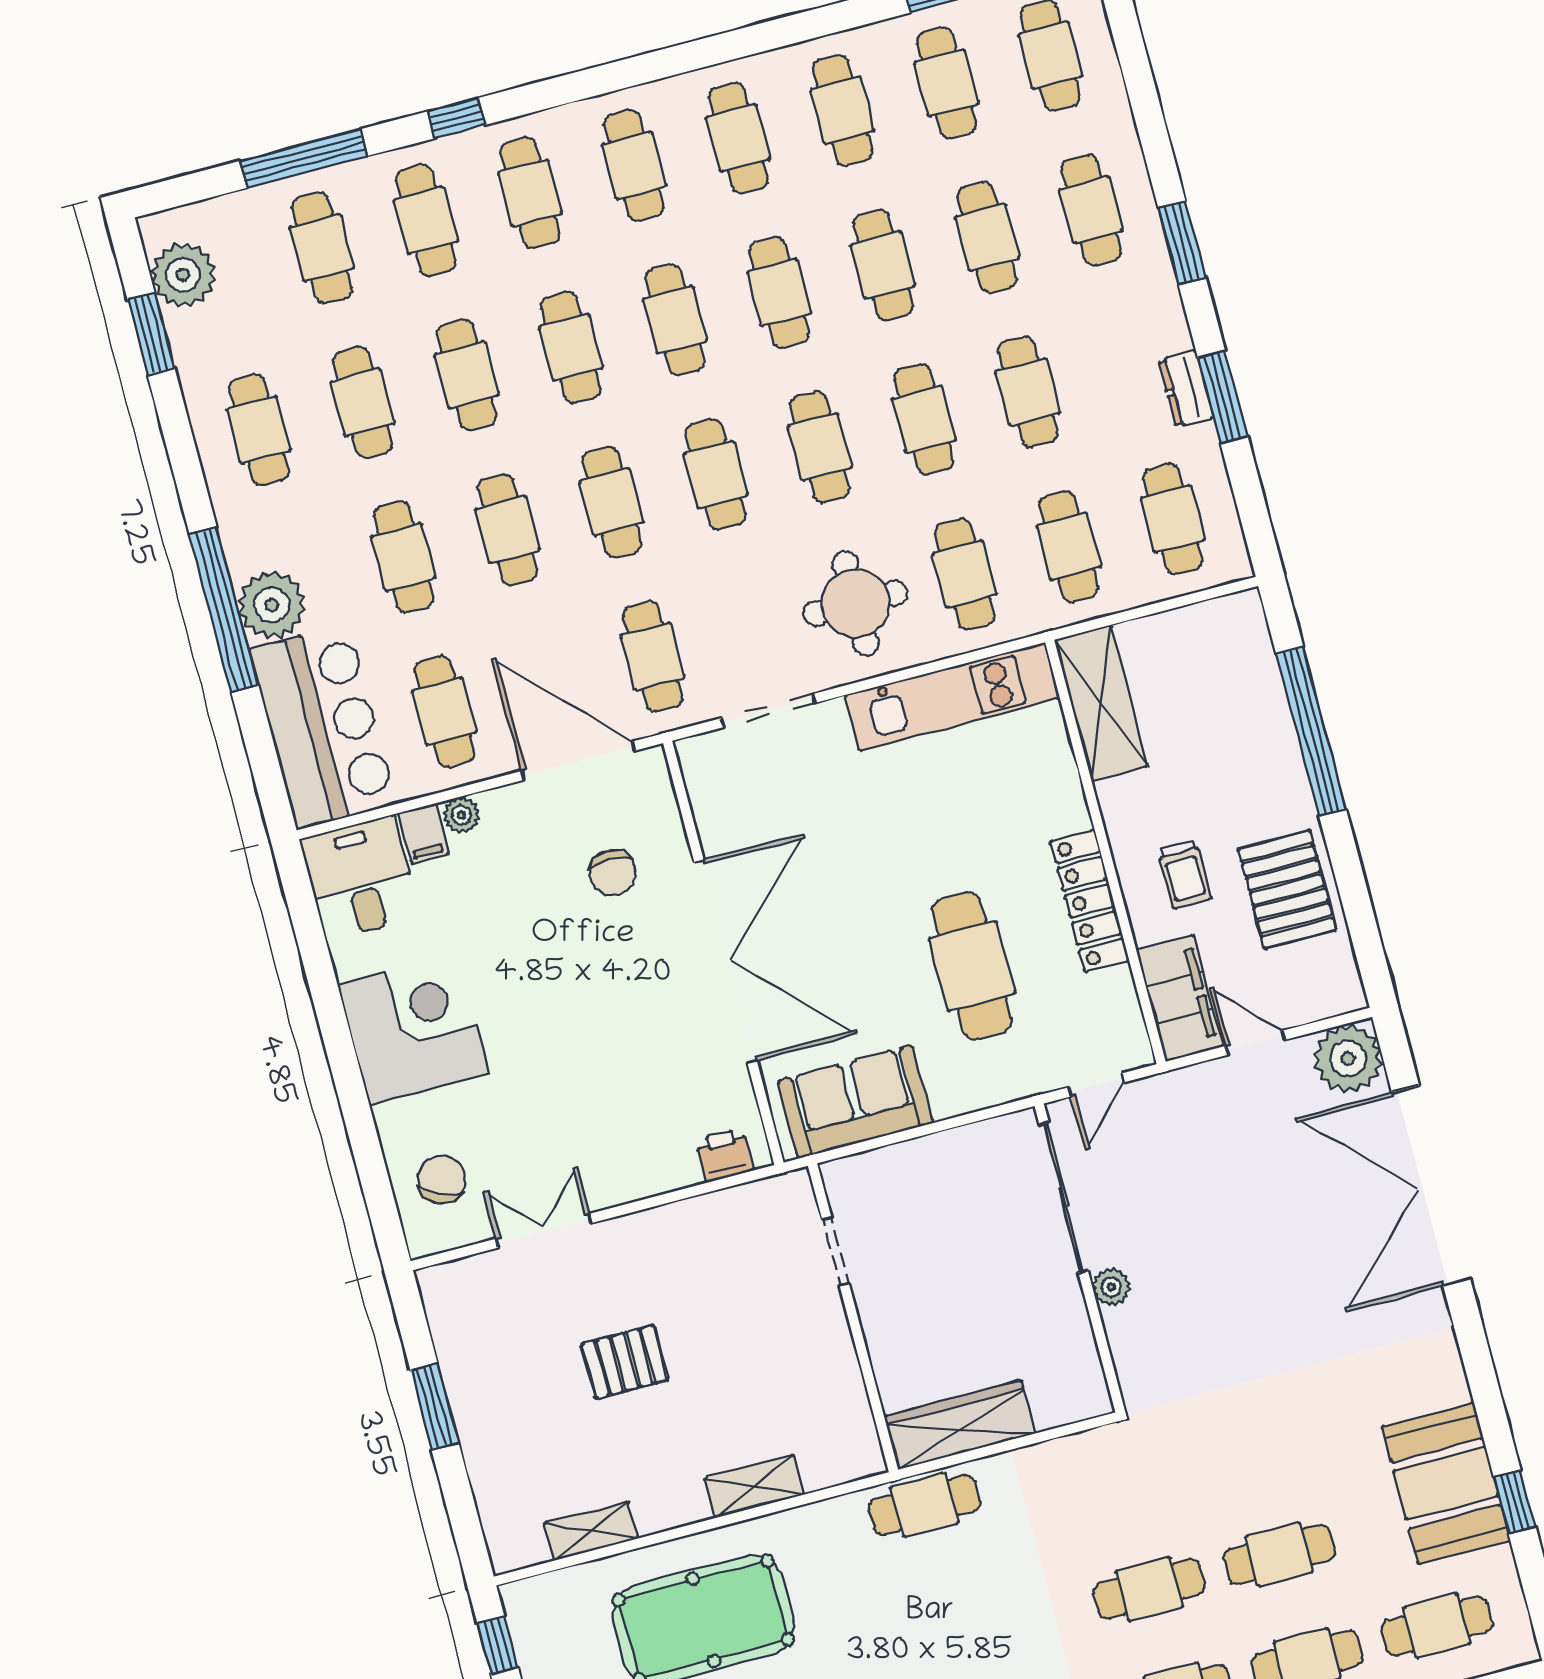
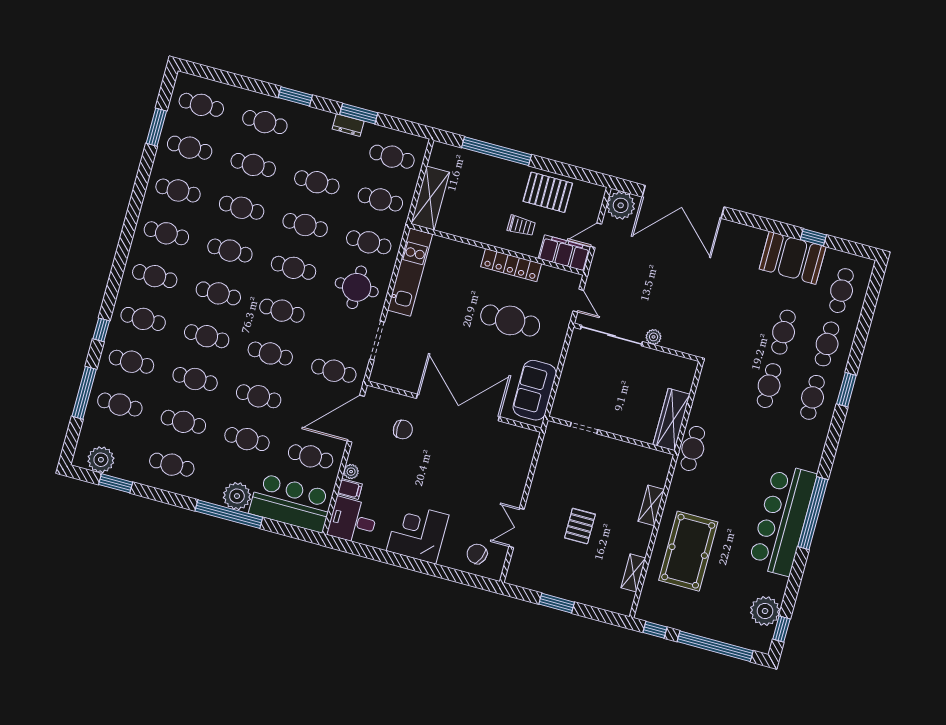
shelving: (1101, 703) -> (430, 198), moved, turned 90
printer: (725, 1155) -> (527, 448), removed

